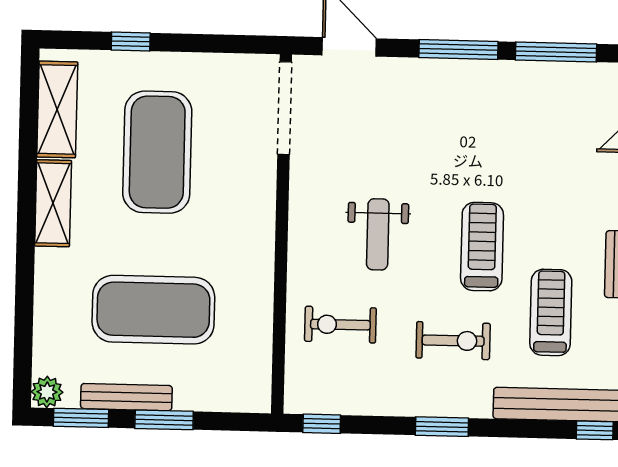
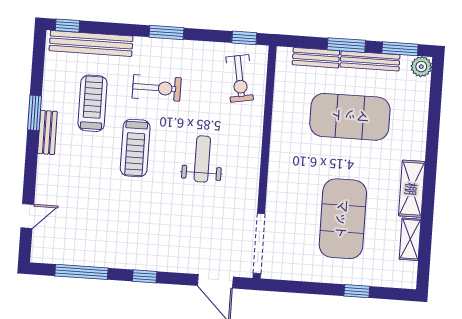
window: (458, 50) -> (145, 276), width x0.46
shelving: (57, 109) -> (410, 239), width x0.67, depth x0.75
treadmill: (551, 312) -> (93, 103), turned 180
exercise bike: (340, 325) -> (240, 78), moved, turned 80
exercise bike: (453, 341) -> (157, 88), turned 180
bench: (210, 398) -> (316, 58), added

